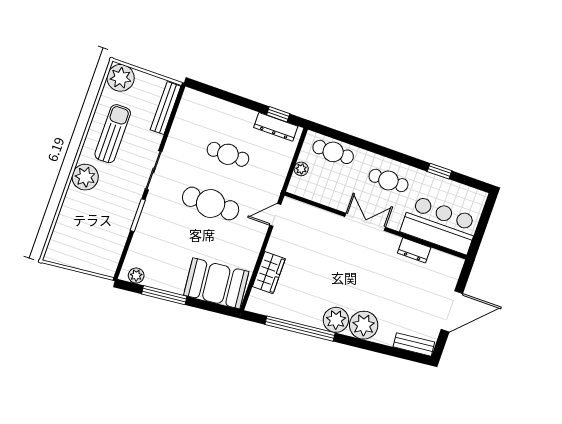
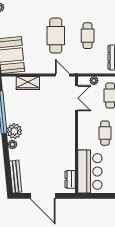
double door: (365, 222) -> (77, 98), moved
dresser: (414, 250) -> (70, 179), moved
plant: (364, 325) -> (13, 144), width x0.53, depth x0.53
bench: (414, 344) -> (16, 177), width x1.36

